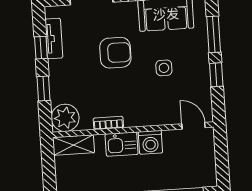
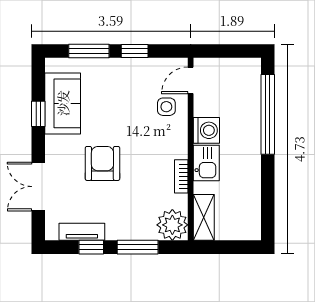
side table: (164, 68) -> (166, 107), moved
window: (44, 88) -> (138, 247), width x1.50

